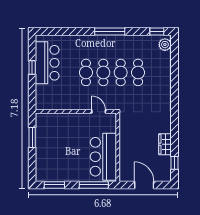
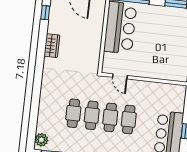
wardrobe: (165, 144) -> (52, 46), moved

